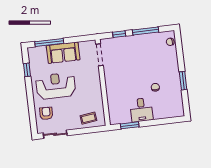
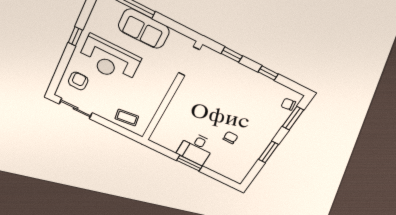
window: (146, 31) -> (268, 73), width x0.46
window: (179, 49) -> (293, 118), added
window: (27, 70) -> (75, 36), moved
reception desk: (56, 86) -> (109, 60), turned 180
window: (130, 125) -> (189, 163), moved

